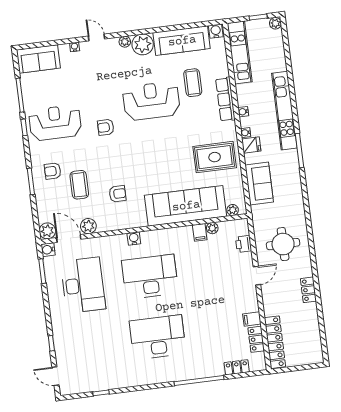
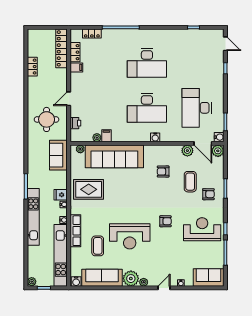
door: (96, 37) -> (164, 288), swing flipped
kitchen unit: (240, 53) -> (61, 255), width x1.36
reception desk: (55, 123) -> (202, 229), turned 180
sofa: (259, 184) -> (58, 155), moved
locker: (308, 290) -> (32, 67), moved

